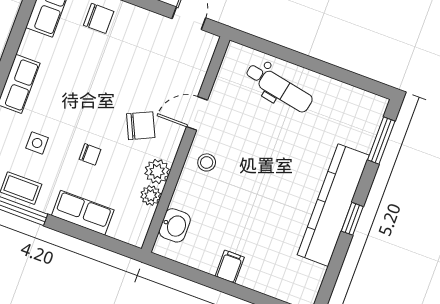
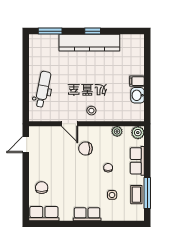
chair: (141, 126) -> (85, 149), turned -65
plant: (157, 171) -> (138, 133), moved
washbasin: (175, 225) -> (138, 95), moved, turned -90

